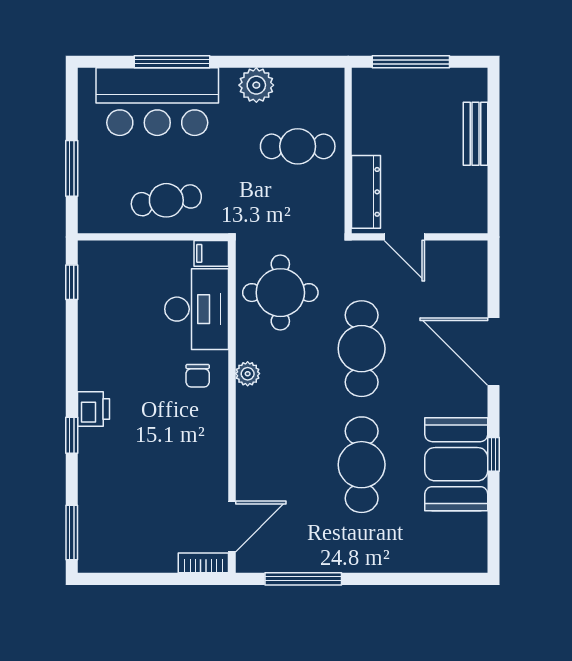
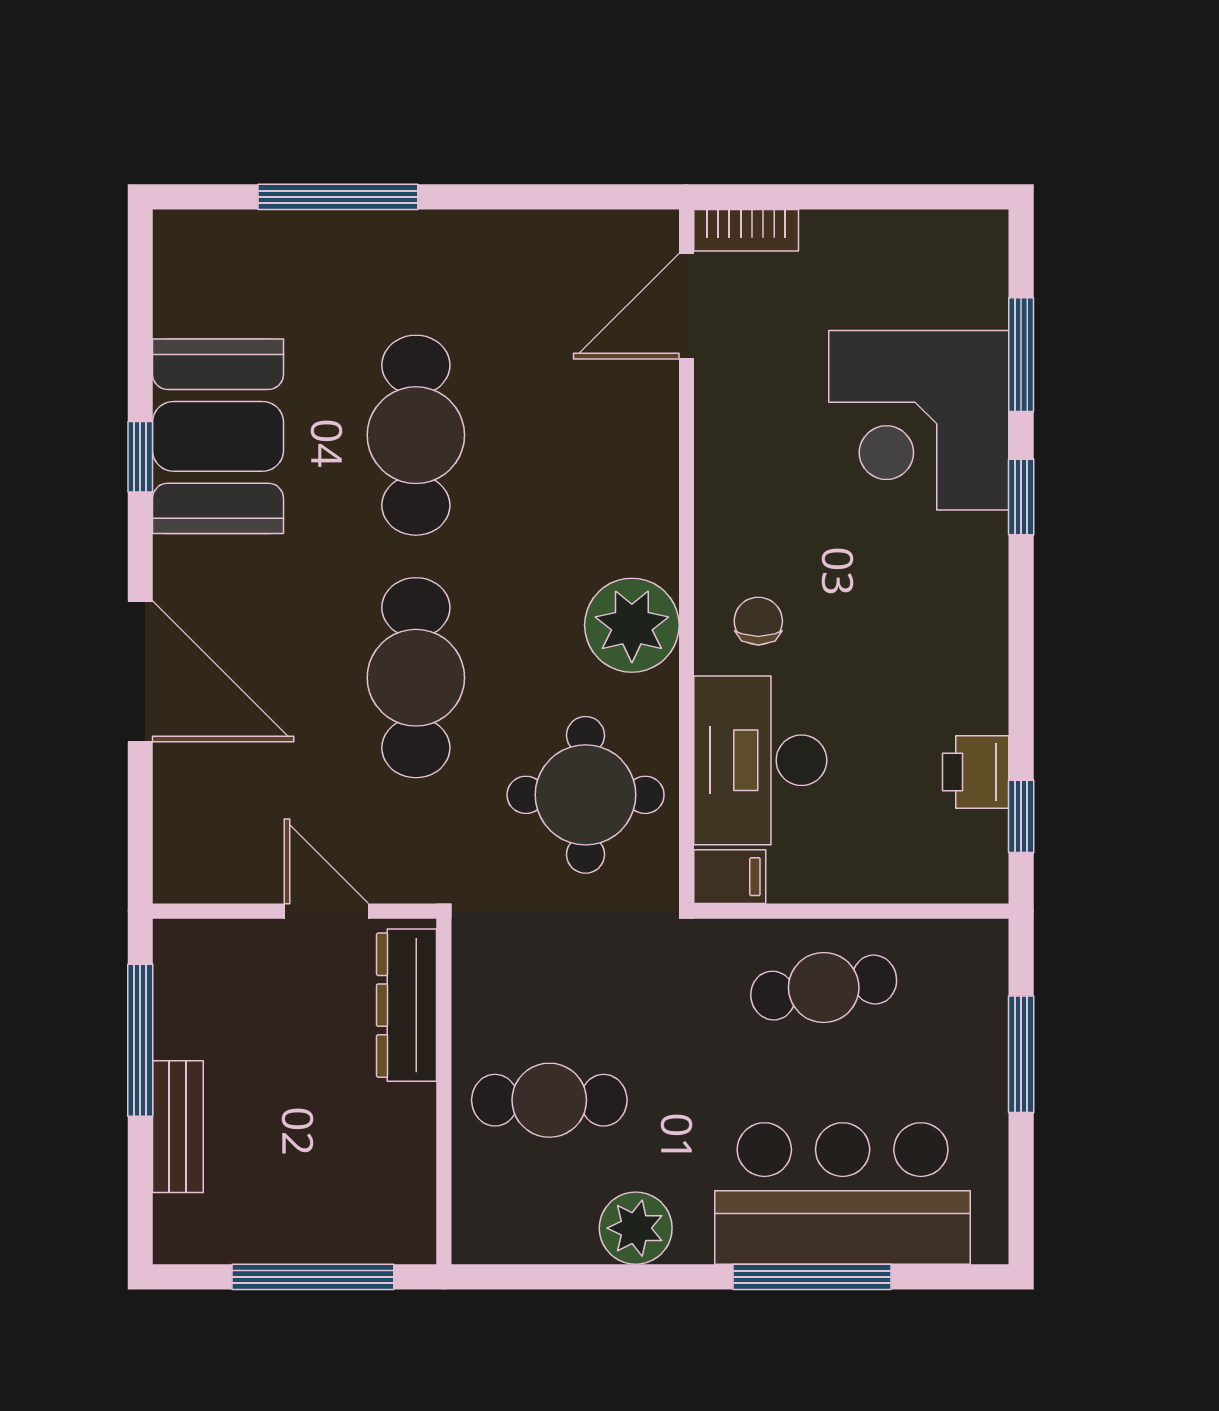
window: (494, 175) -> (140, 1040), added
plant: (248, 374) -> (632, 625), width x1.87, depth x1.87
printer: (94, 409) -> (976, 772), moved
corner desk: (121, 472) -> (919, 420), added
window: (72, 533) -> (1021, 355), moved
window: (303, 579) -> (338, 197), moved

